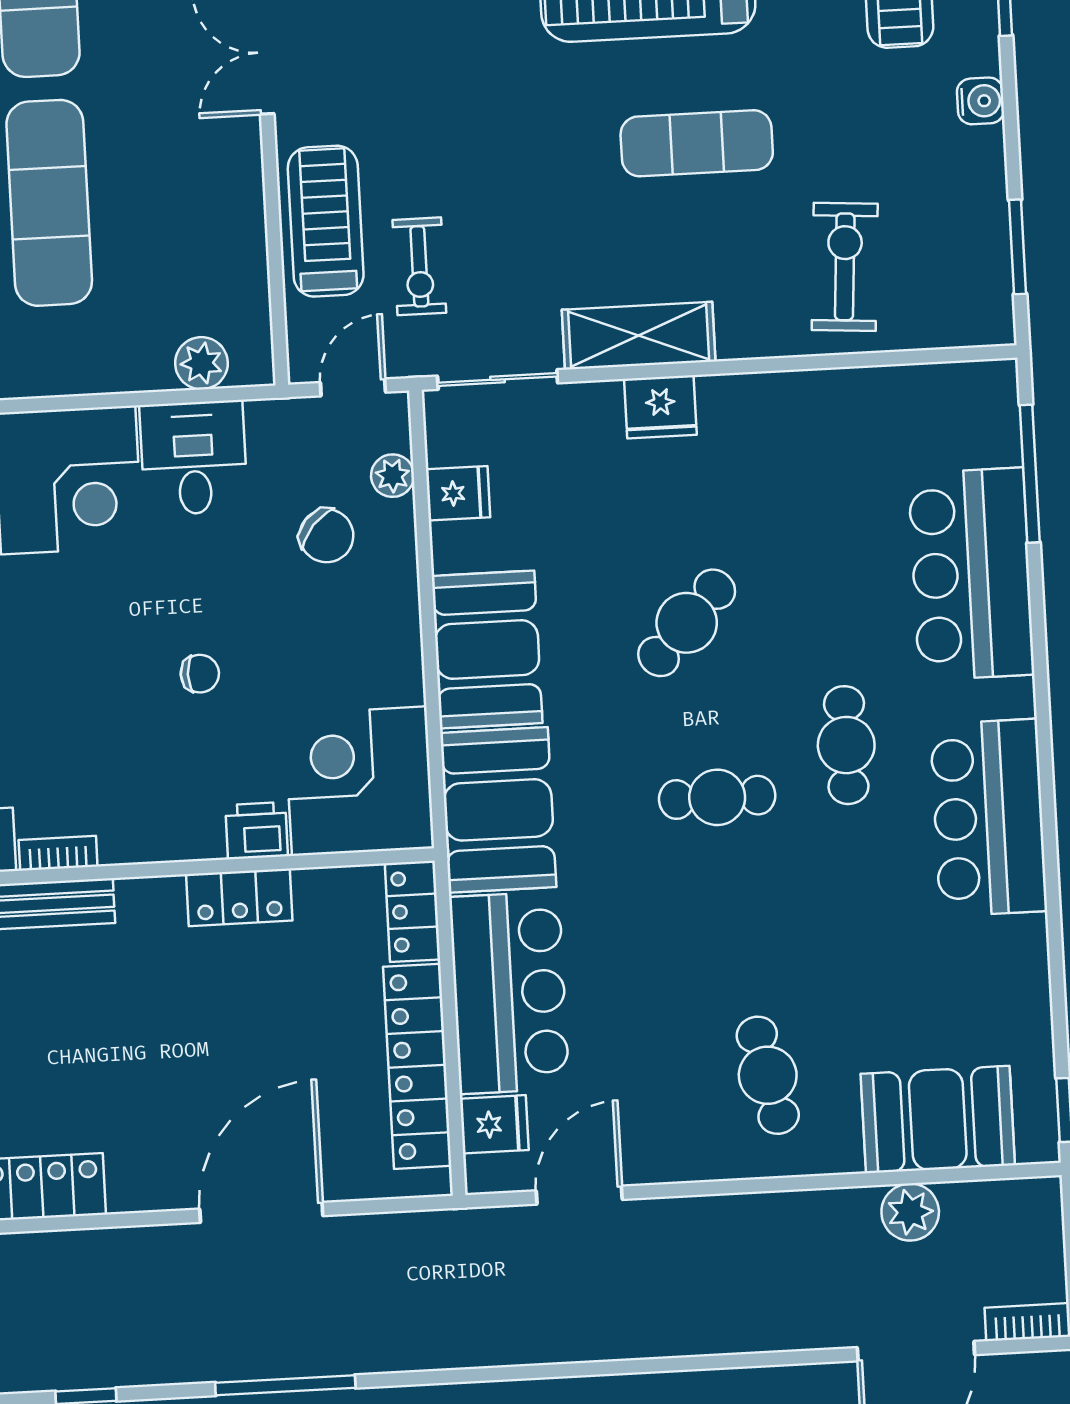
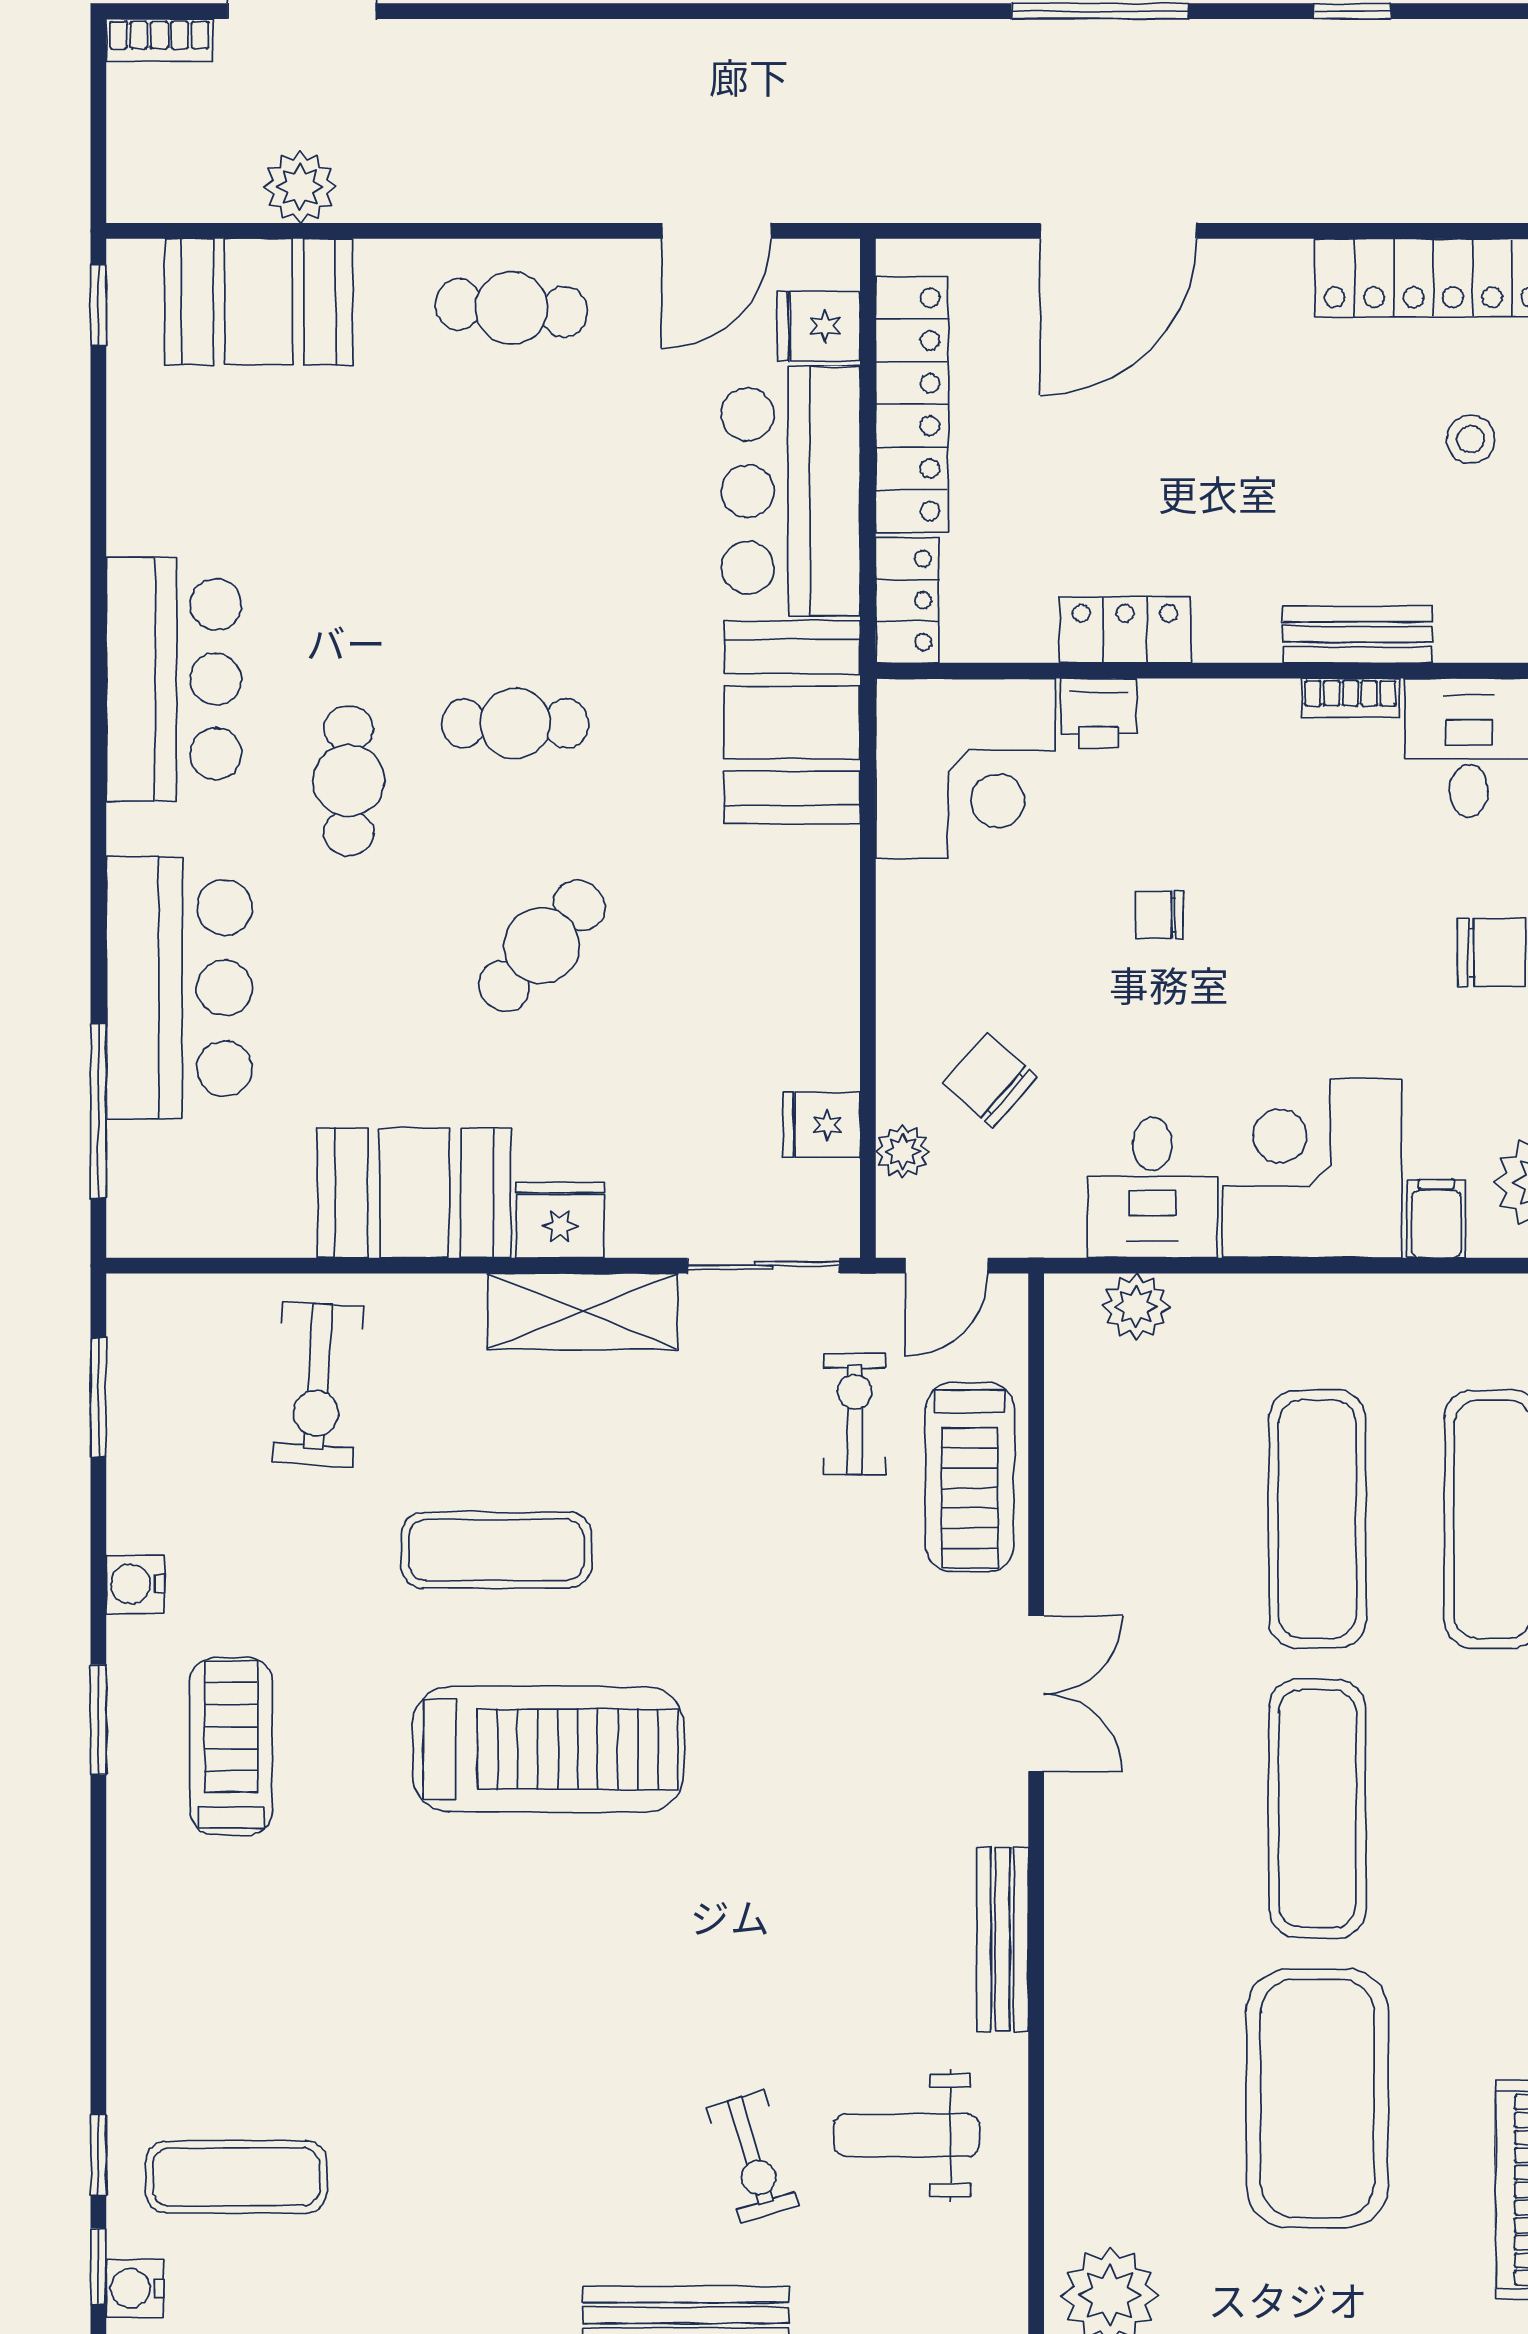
booth: (487, 649) -> (414, 1193), moved, turned 90
cafe table: (768, 1075) -> (511, 308), moved, turned -74

